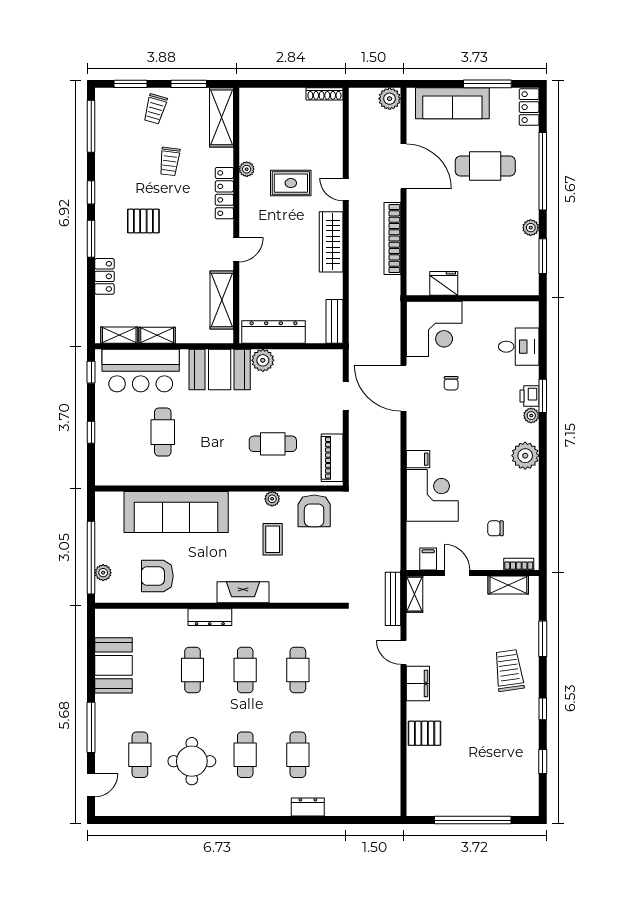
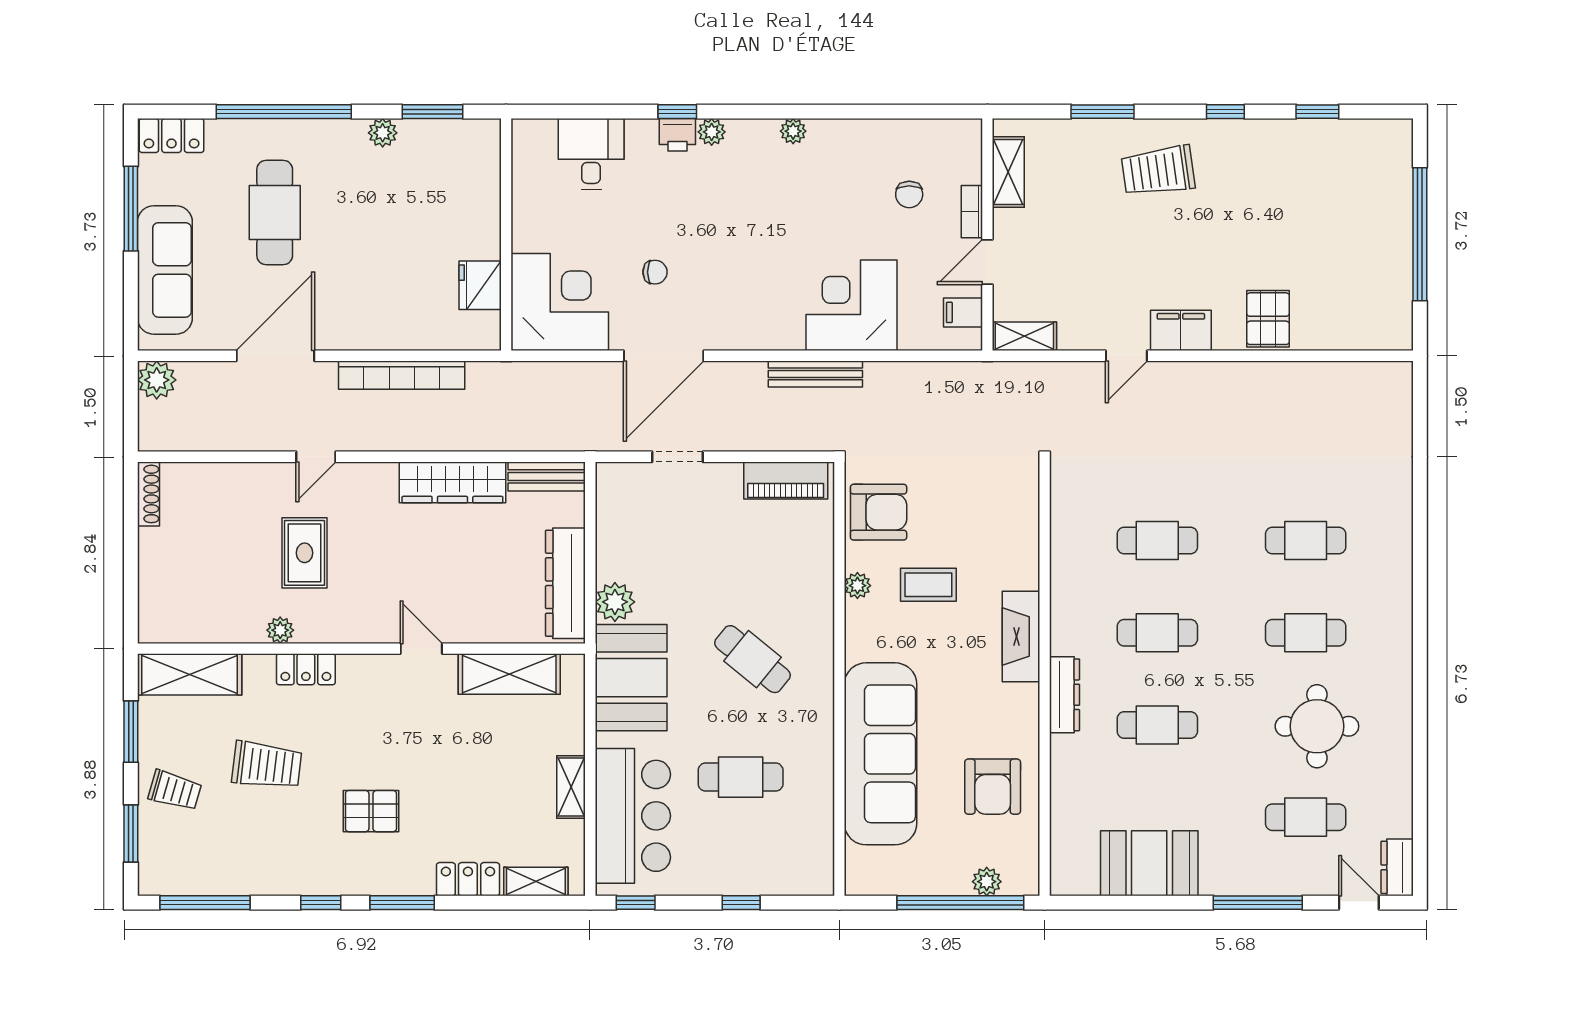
trolley: (170, 161) -> (267, 765), width x1.36, depth x1.39
locker: (224, 193) -> (306, 669), width x0.66
pallet: (143, 221) -> (371, 811), turned 90
wardrobe: (331, 242) -> (452, 482), moved
shelving: (119, 335) -> (536, 882), moved, turned 90
window: (543, 396) -> (677, 112), width x0.67
cafe table: (273, 444) -> (752, 659), moved, turned -51
plant: (525, 456) -> (793, 131), width x0.53, depth x0.53
filing cabinet: (418, 459) -> (788, 330), removed
bookcase: (519, 564) -> (972, 212), moved
bench: (393, 599) -> (815, 374), moved
dresser: (308, 807) -> (1397, 867), moved

